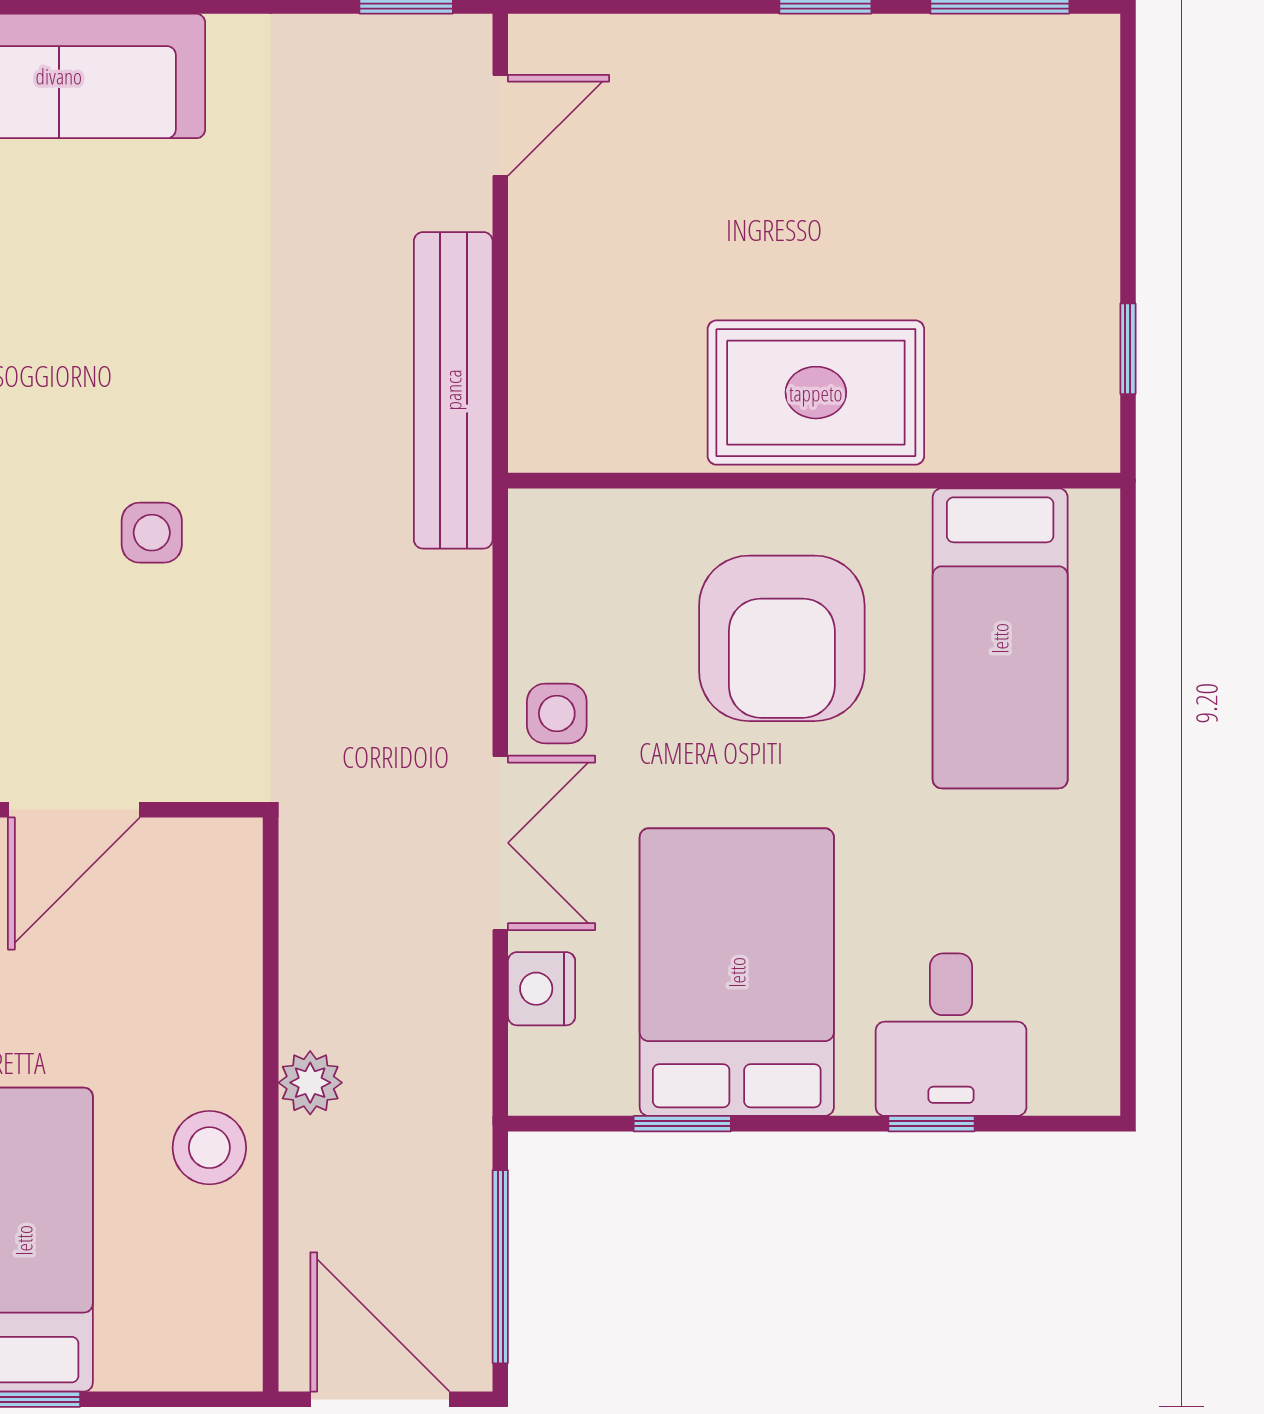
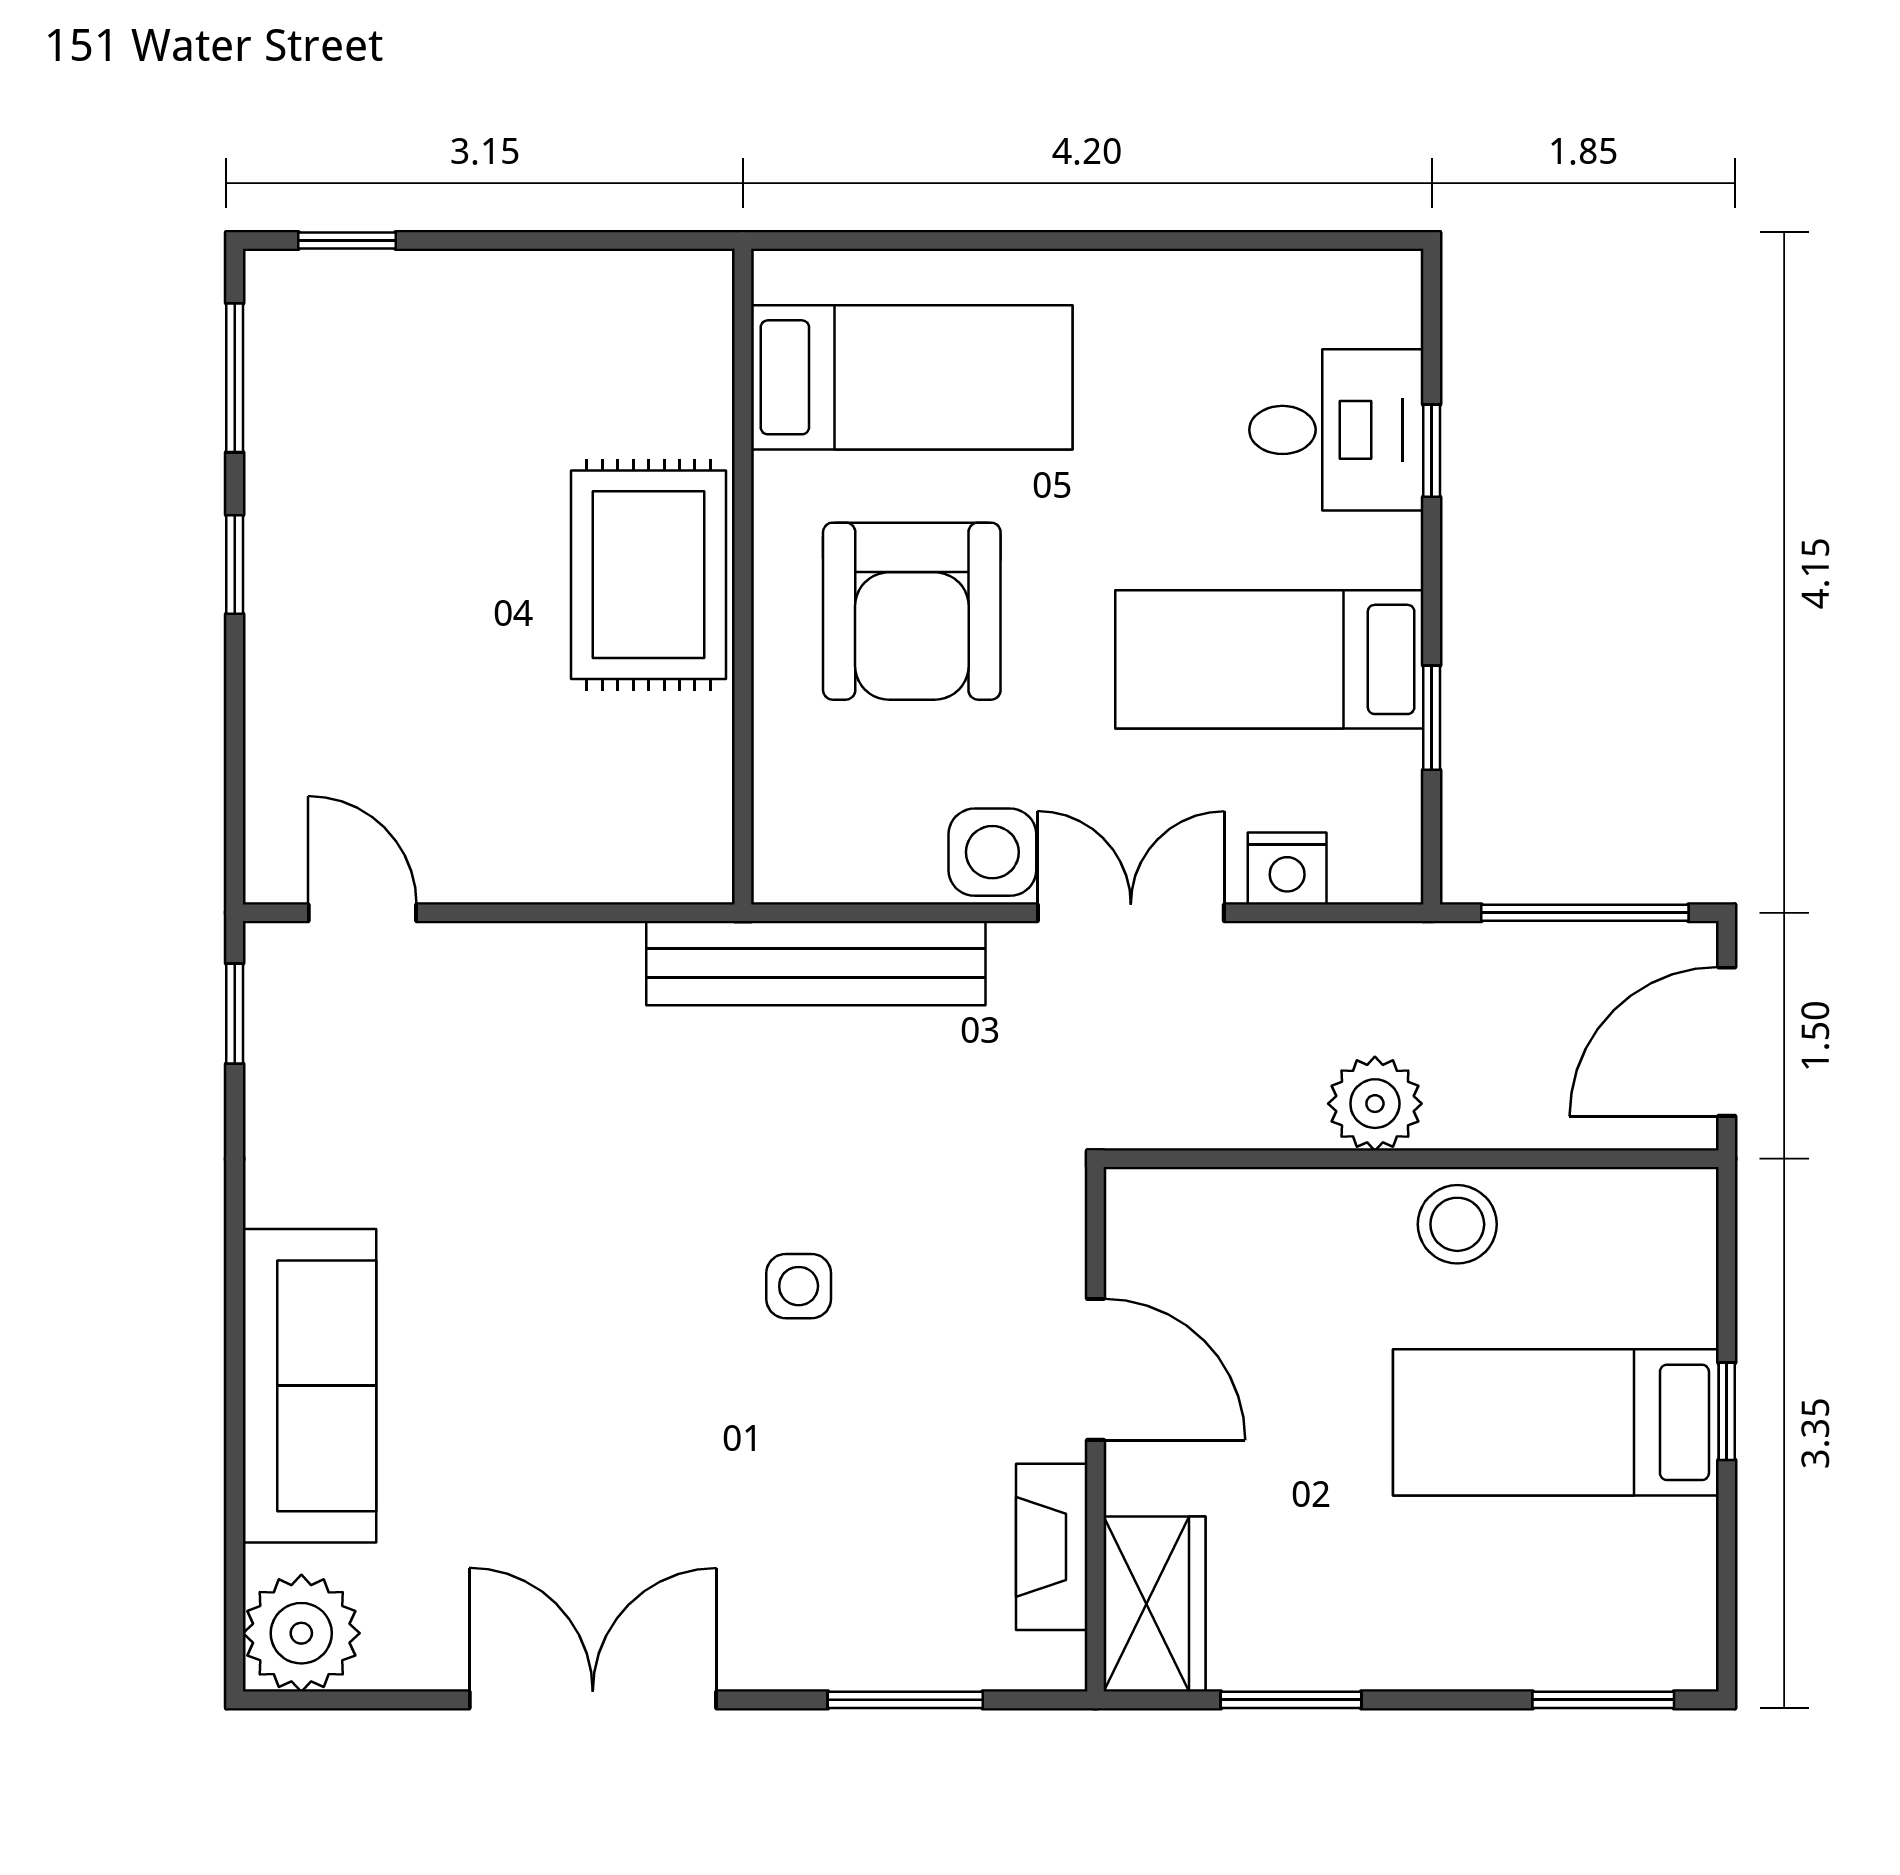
window: (1128, 349) -> (347, 240), moved
bench: (453, 390) -> (816, 963), moved
armchair: (782, 638) -> (912, 611), turned 90
side table: (557, 713) -> (992, 852), width x1.37, depth x1.37
bed: (737, 972) -> (1269, 659), width x0.67
plant: (310, 1083) -> (1375, 1104), width x1.38, depth x1.38

